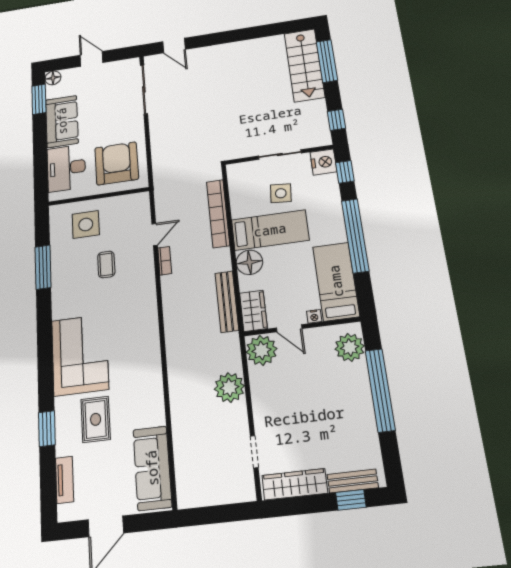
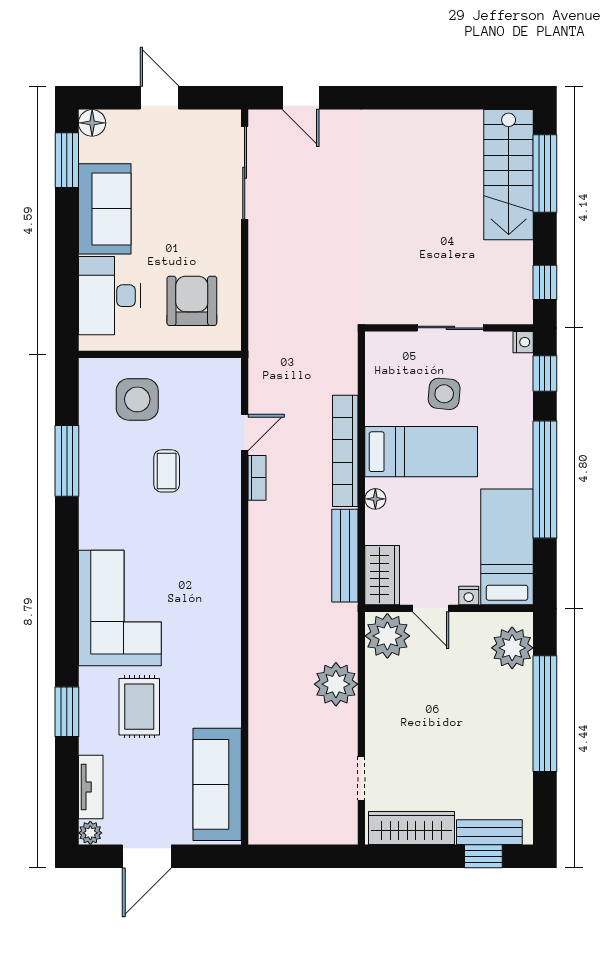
nightstand: (323, 162) -> (523, 342), width x0.53, depth x0.56
armchair: (117, 163) -> (192, 301), width x0.73, depth x0.73
bookcase: (218, 213) -> (345, 451), moved
floor lamp: (249, 262) -> (375, 499), width x0.53, depth x0.53
plant: (65, 513) -> (90, 833), added

